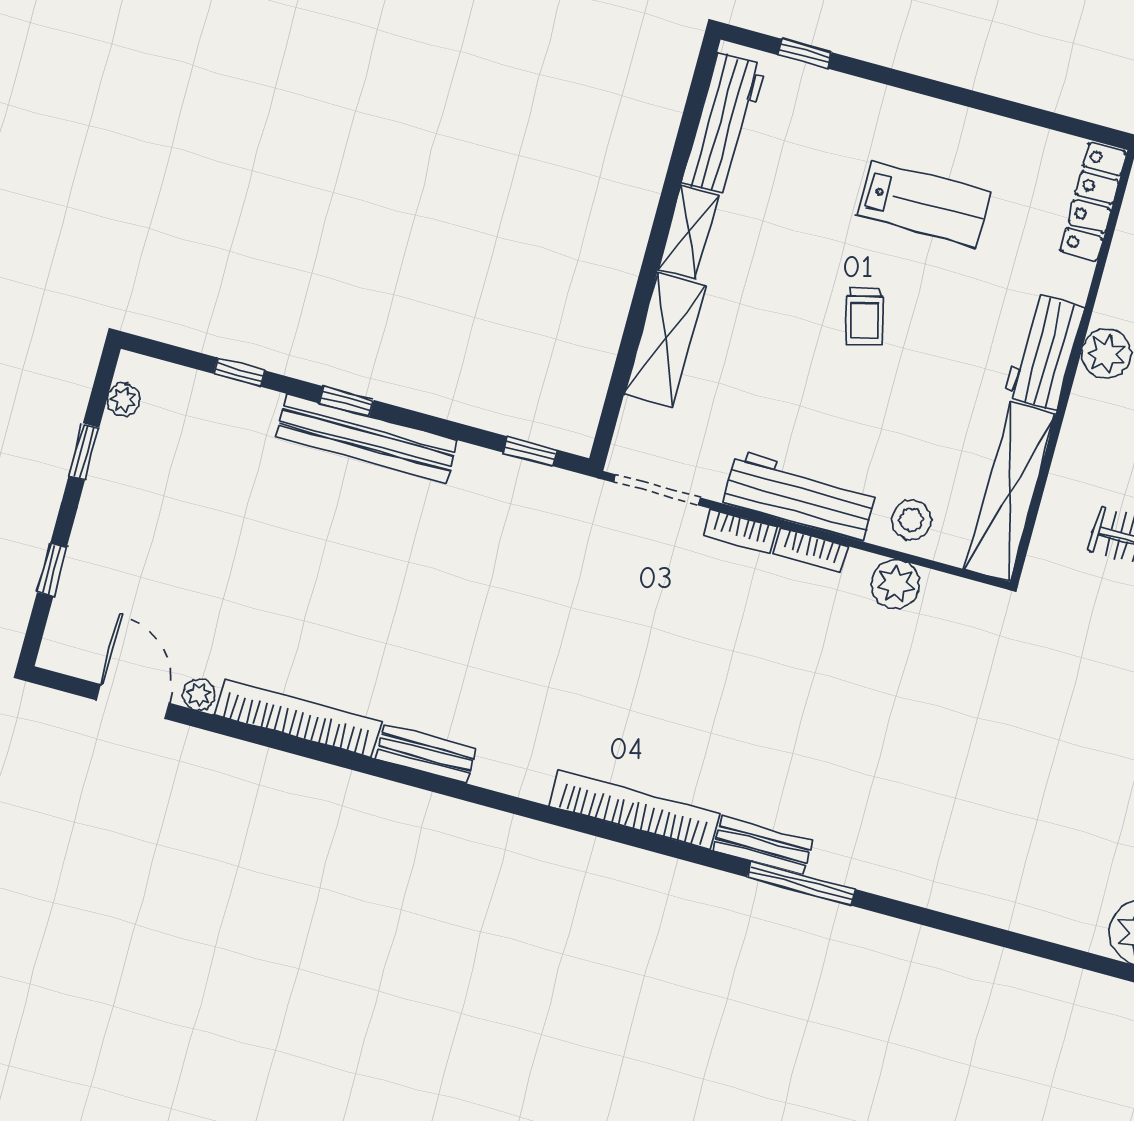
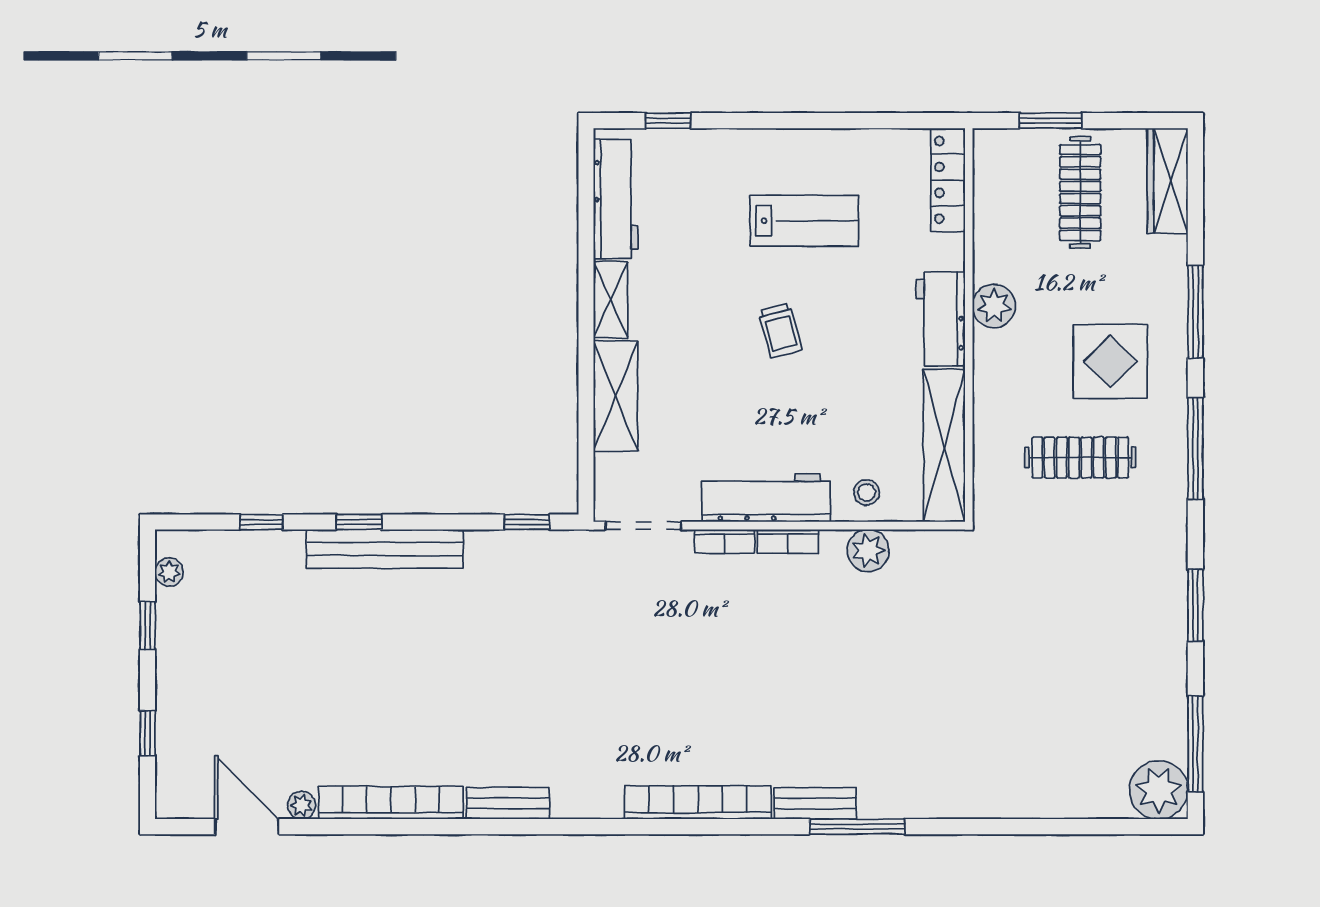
stool: (911, 520) -> (867, 492), width x0.73, depth x0.73

